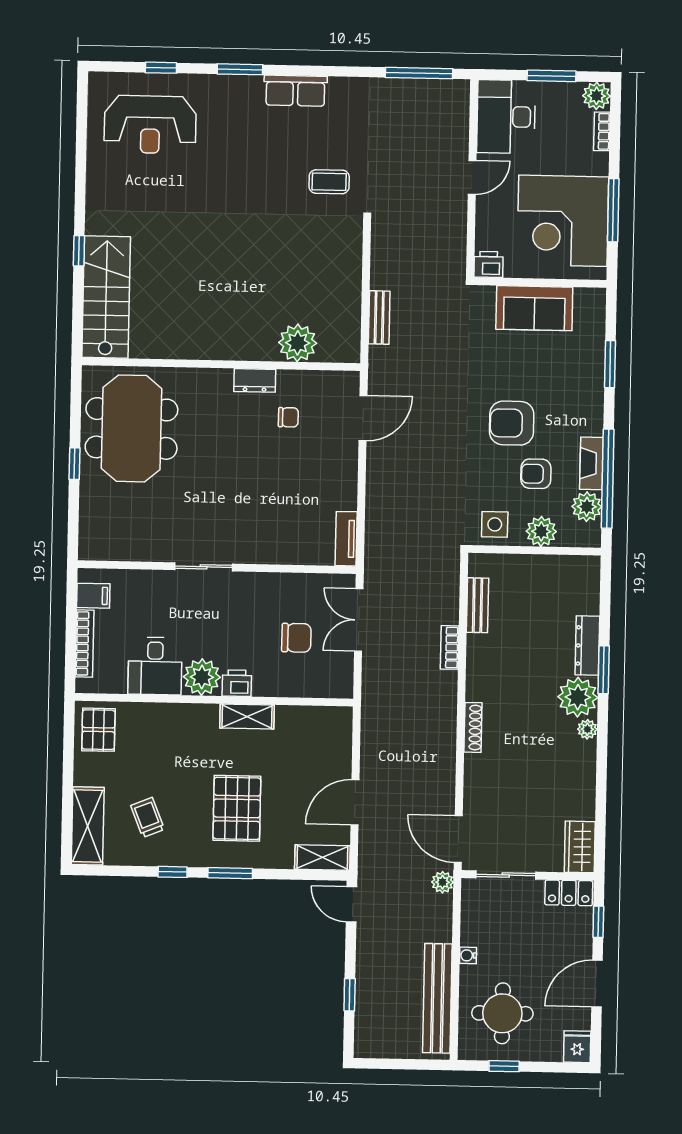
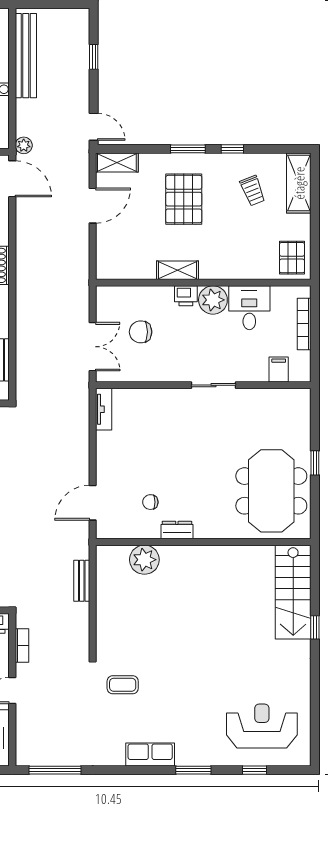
filing cabinet: (93, 596) -> (279, 369), moved, turned 90
bookcase: (450, 647) -> (22, 645), moved

